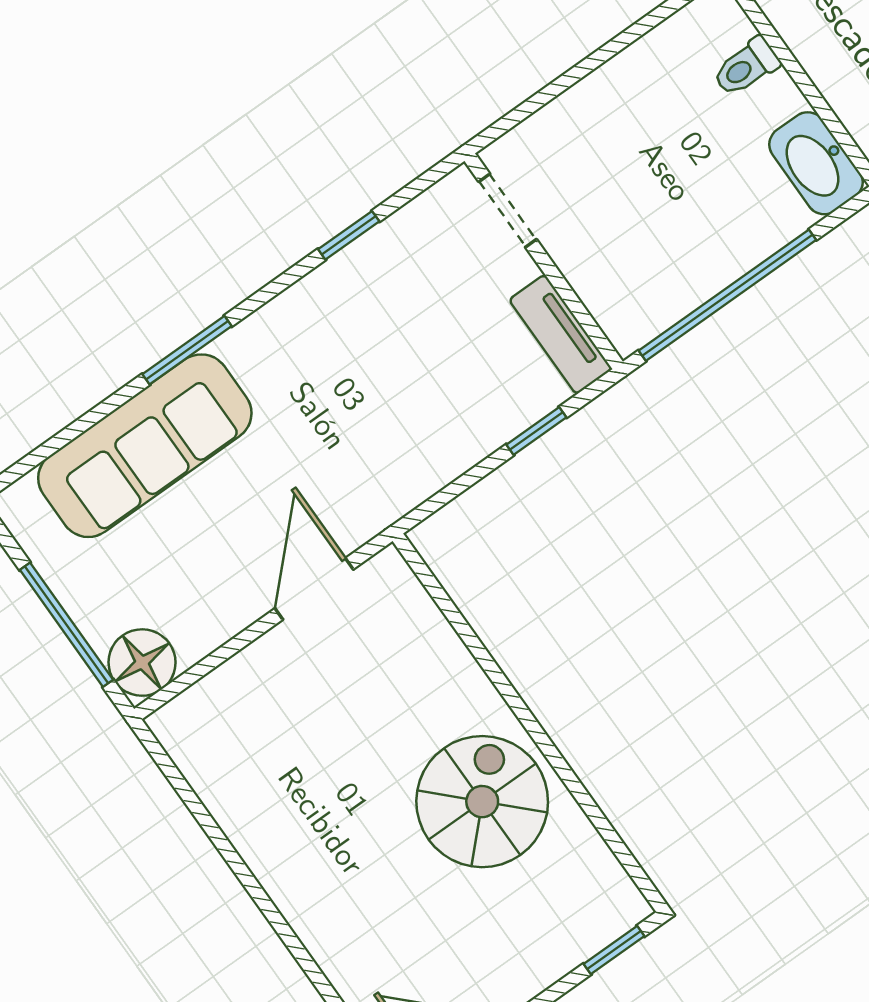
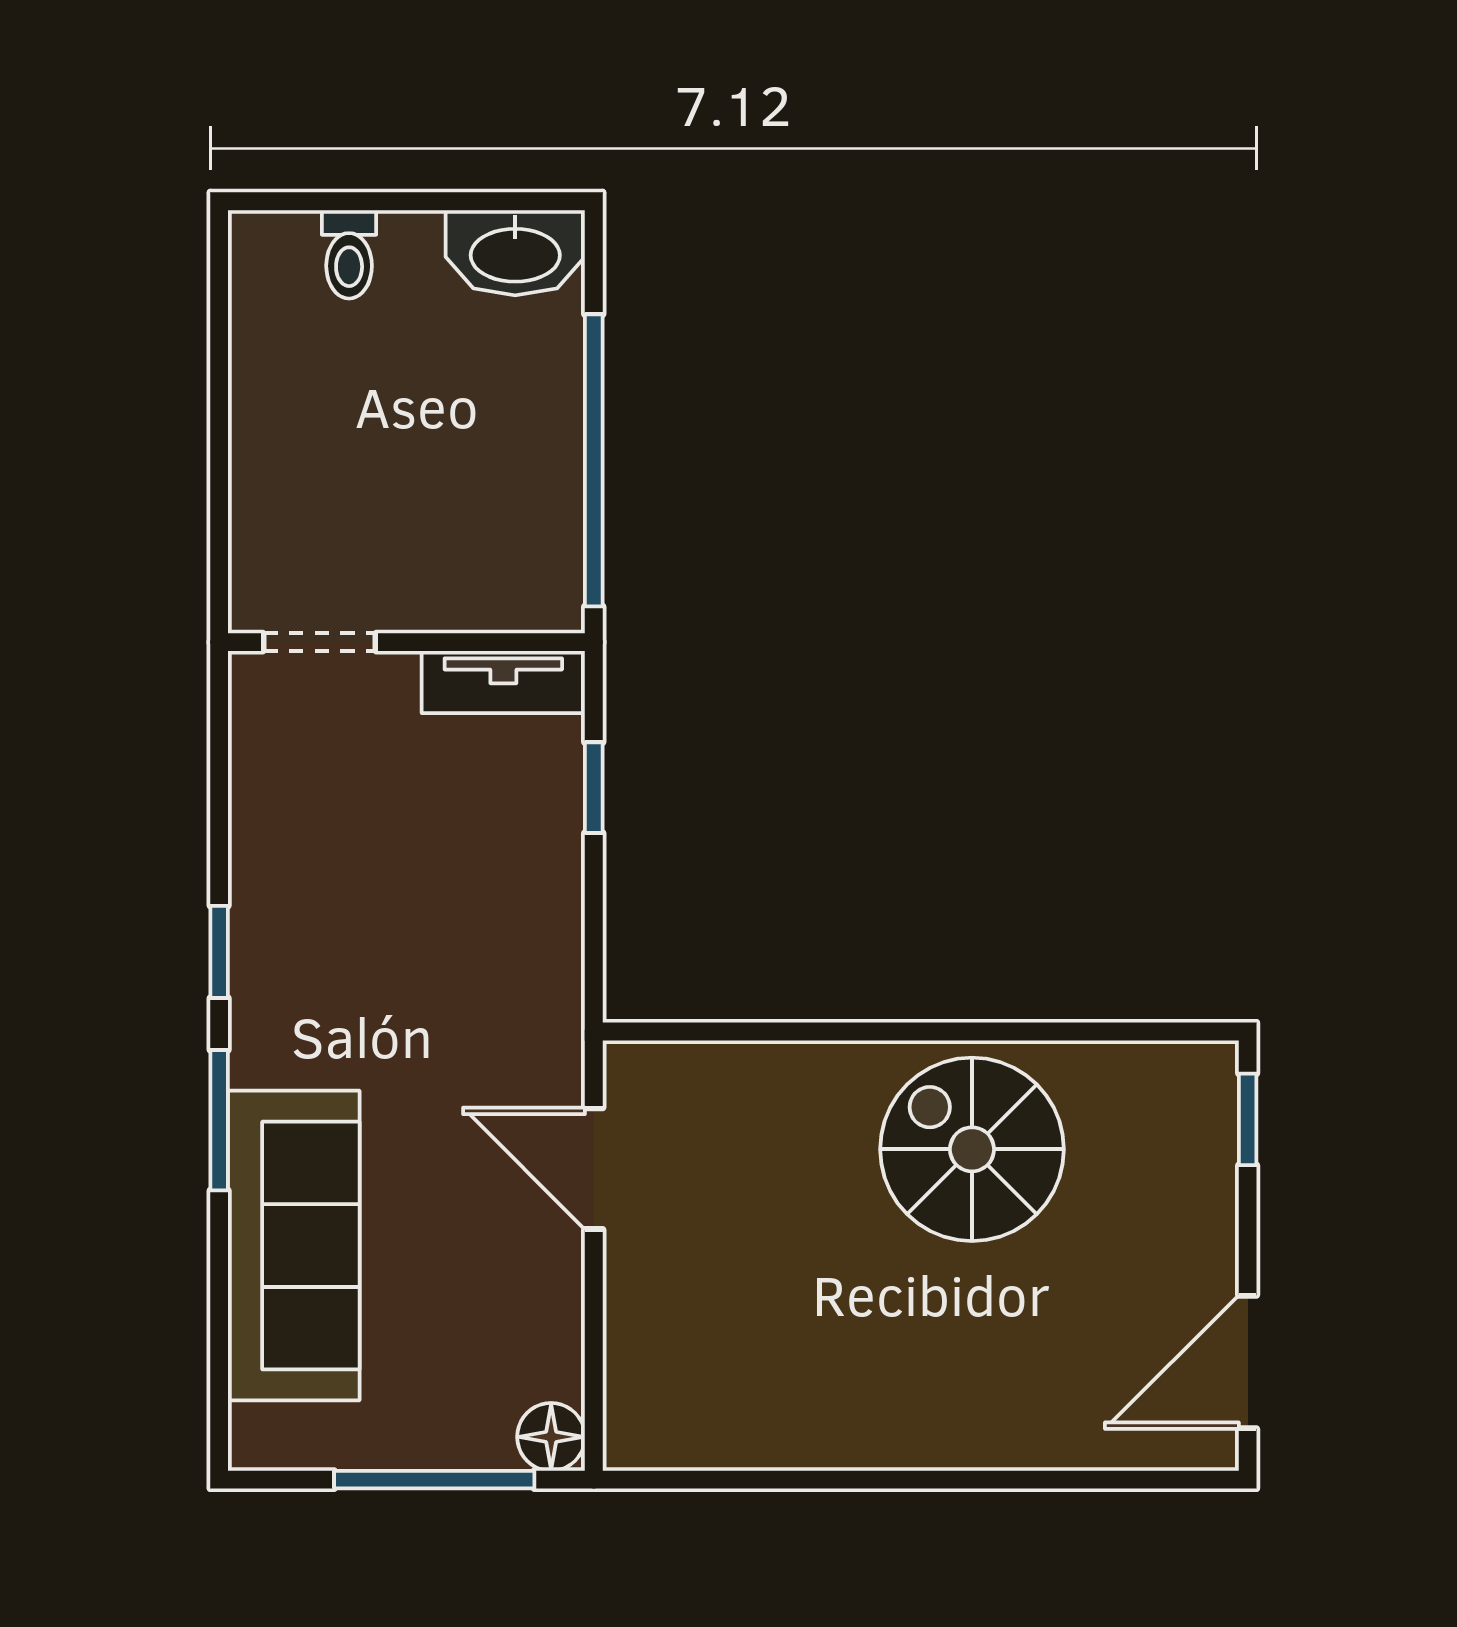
window: (349, 235) -> (219, 952), moved
floor lamp: (142, 663) -> (551, 1437), width x0.73, depth x0.73

